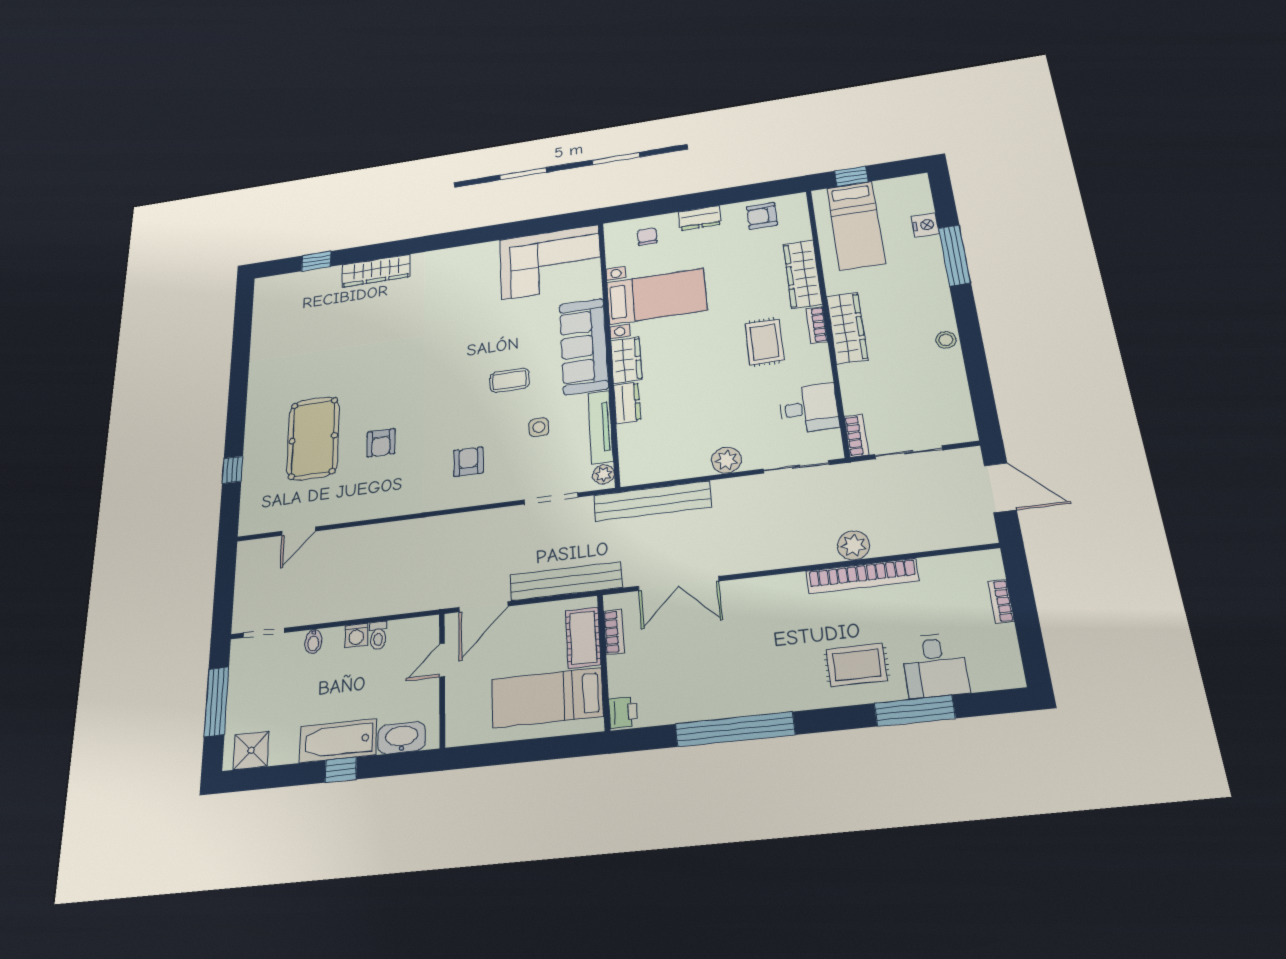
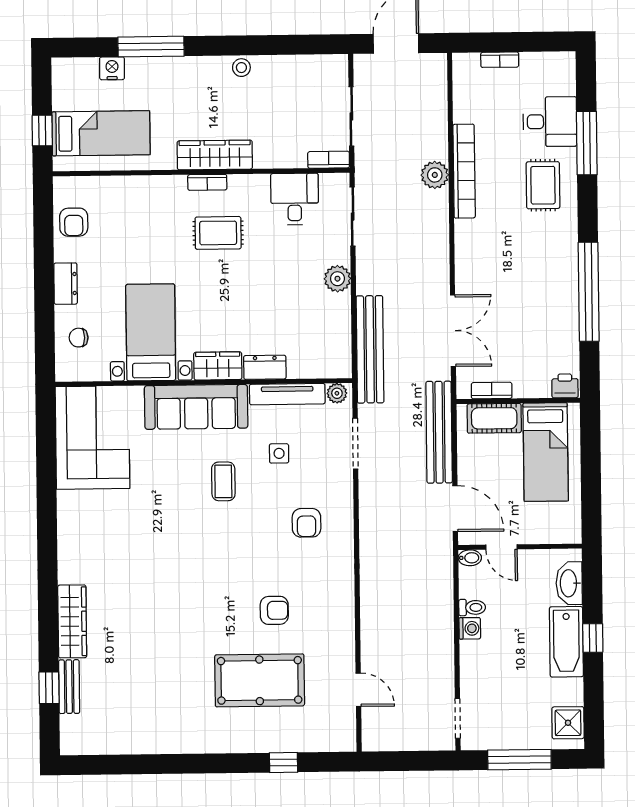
wardrobe: (803, 274) -> (148, 190), removed
bench: (316, 277) -> (69, 687), added
armchair: (468, 462) -> (307, 523), turned -90
bidet: (313, 641) -> (470, 558), moved

